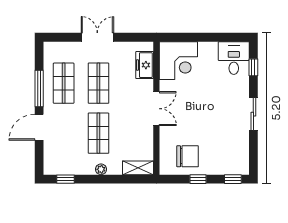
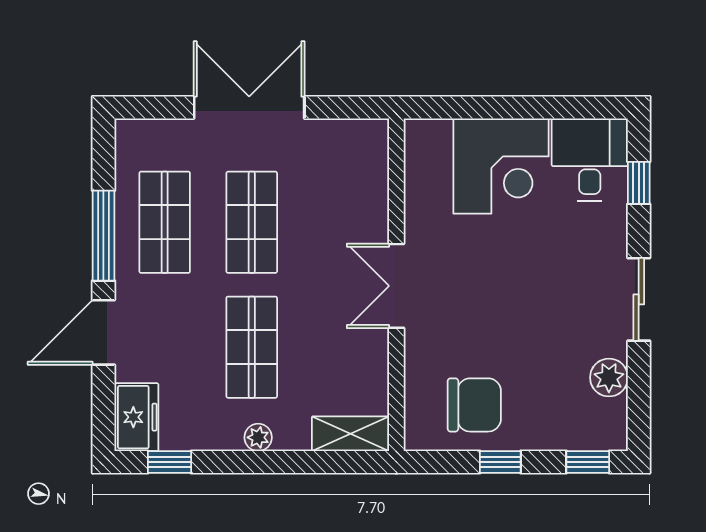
double door: (97, 37) -> (249, 107), width x1.37
corner desk: (178, 61) -> (501, 166), moved
freezer: (145, 65) -> (136, 417), moved, turned 180
double door: (156, 109) -> (396, 286), swing flipped
plant: (241, 145) -> (609, 378), added

